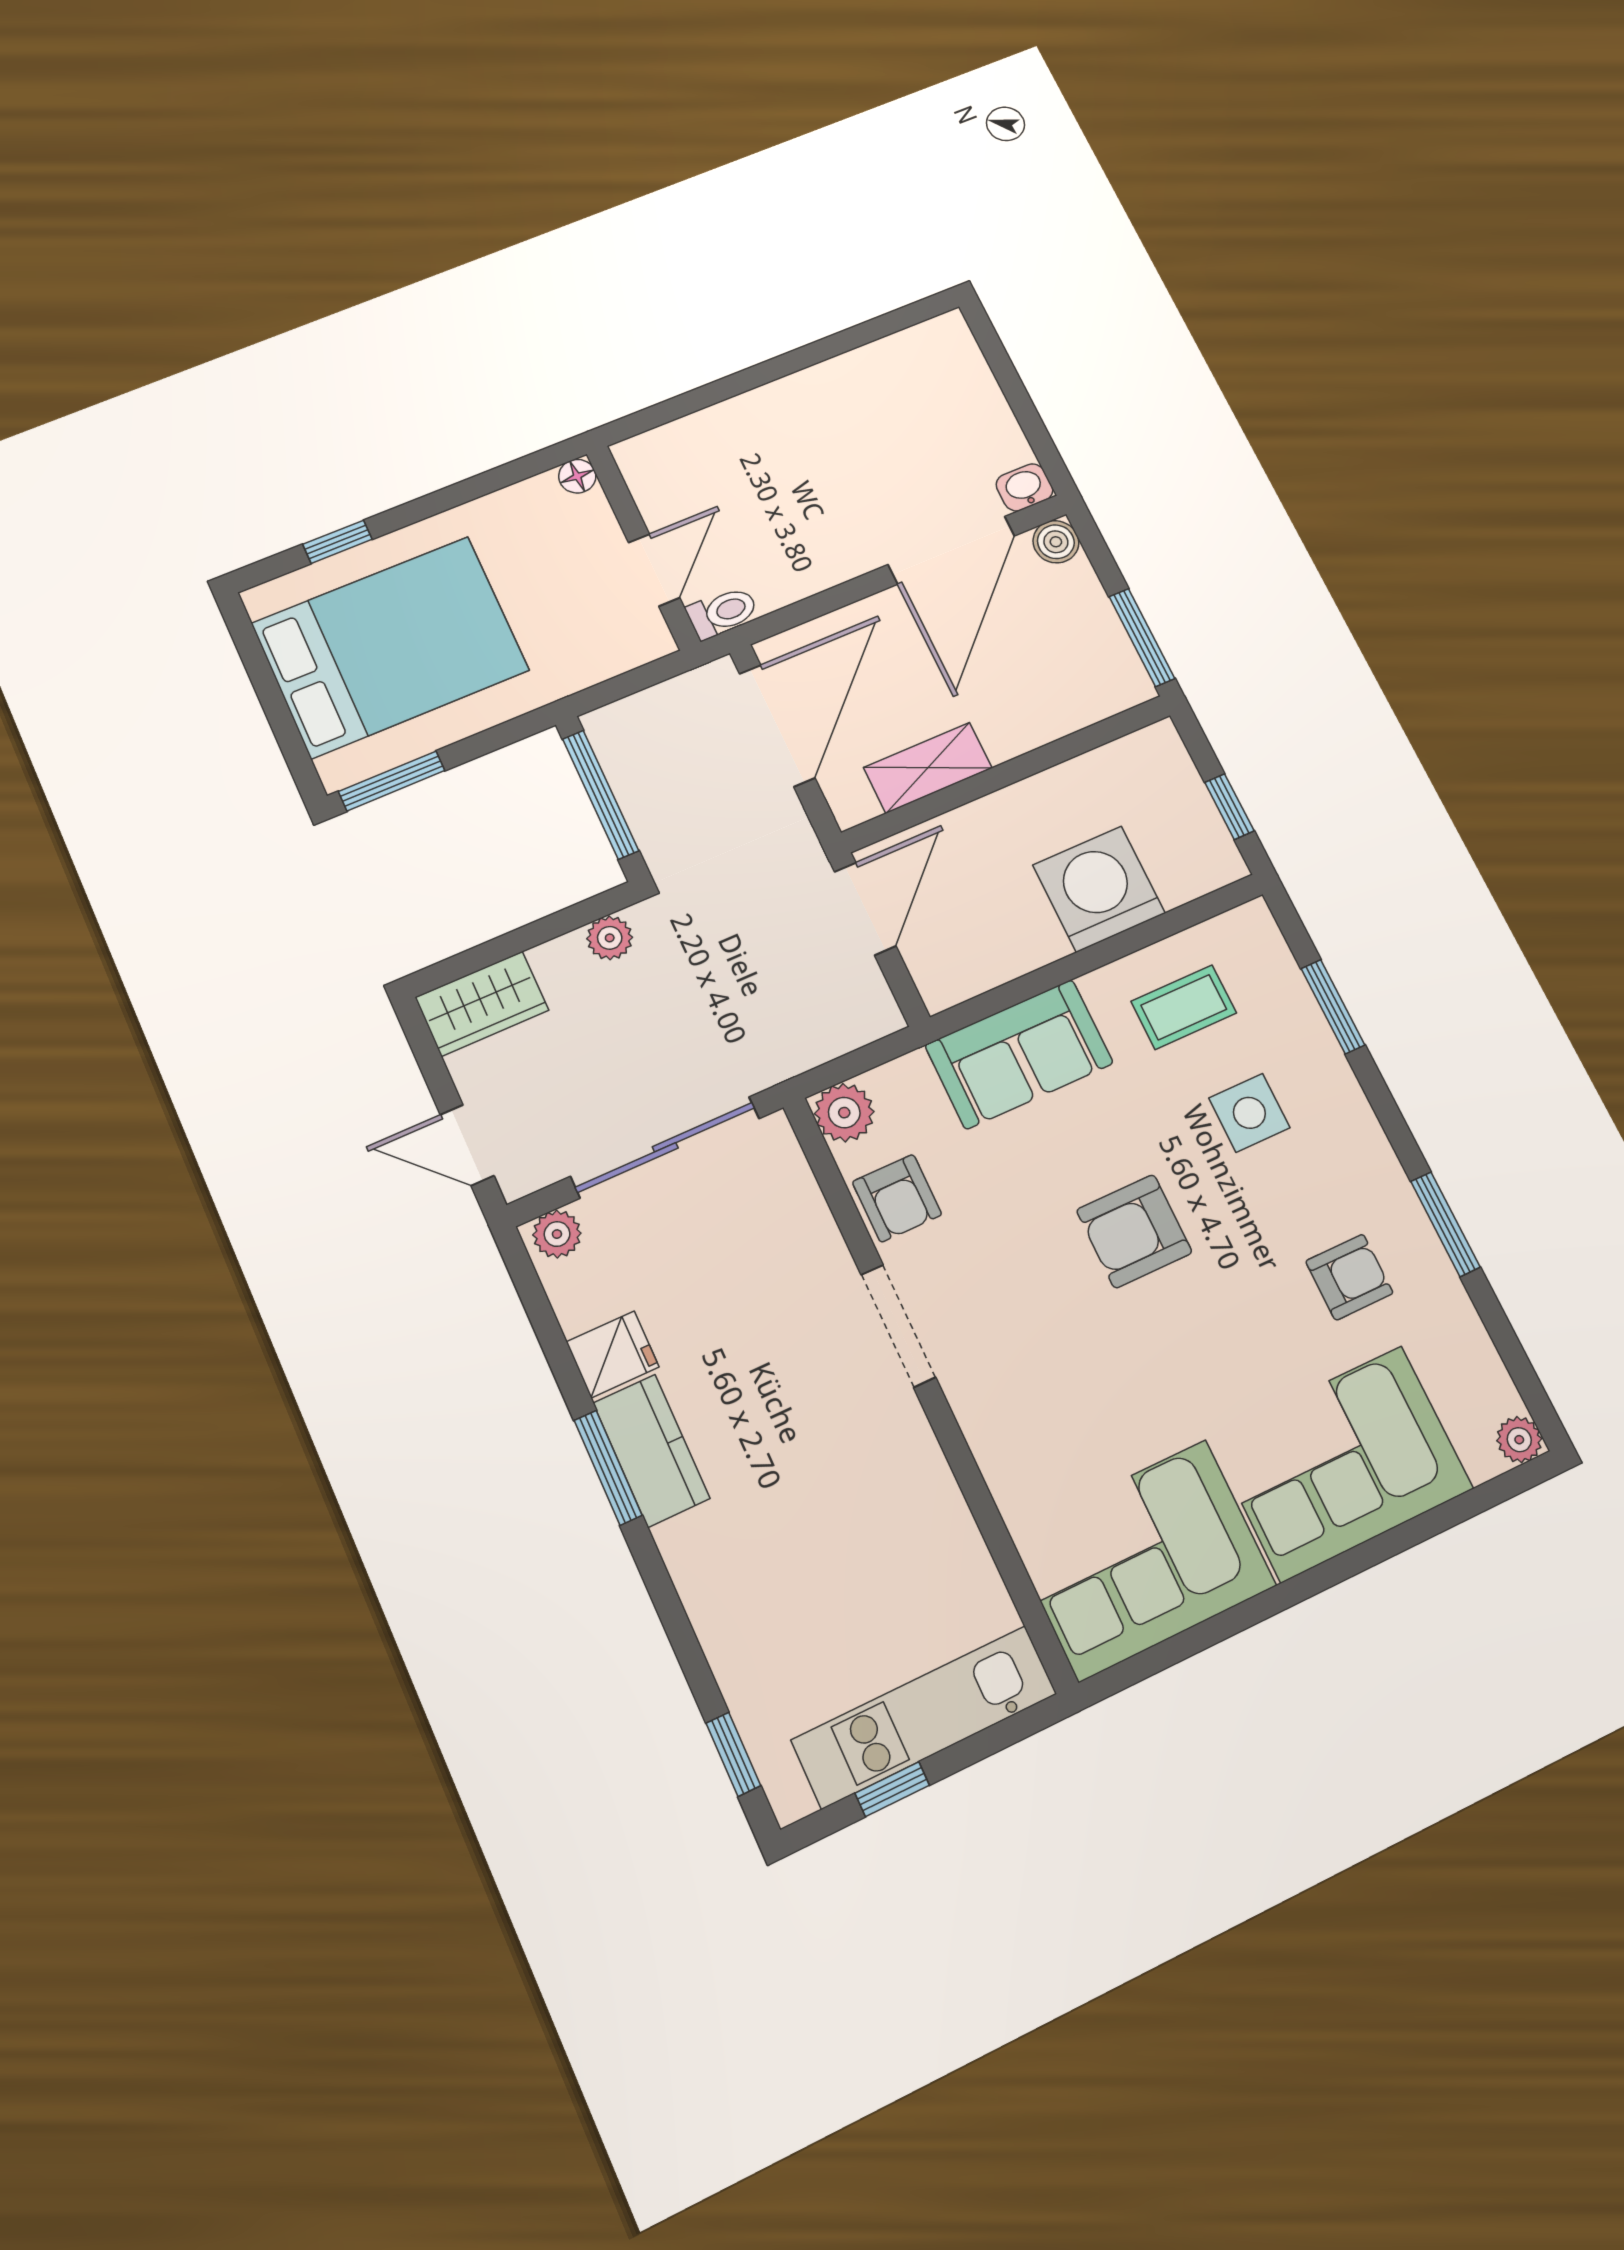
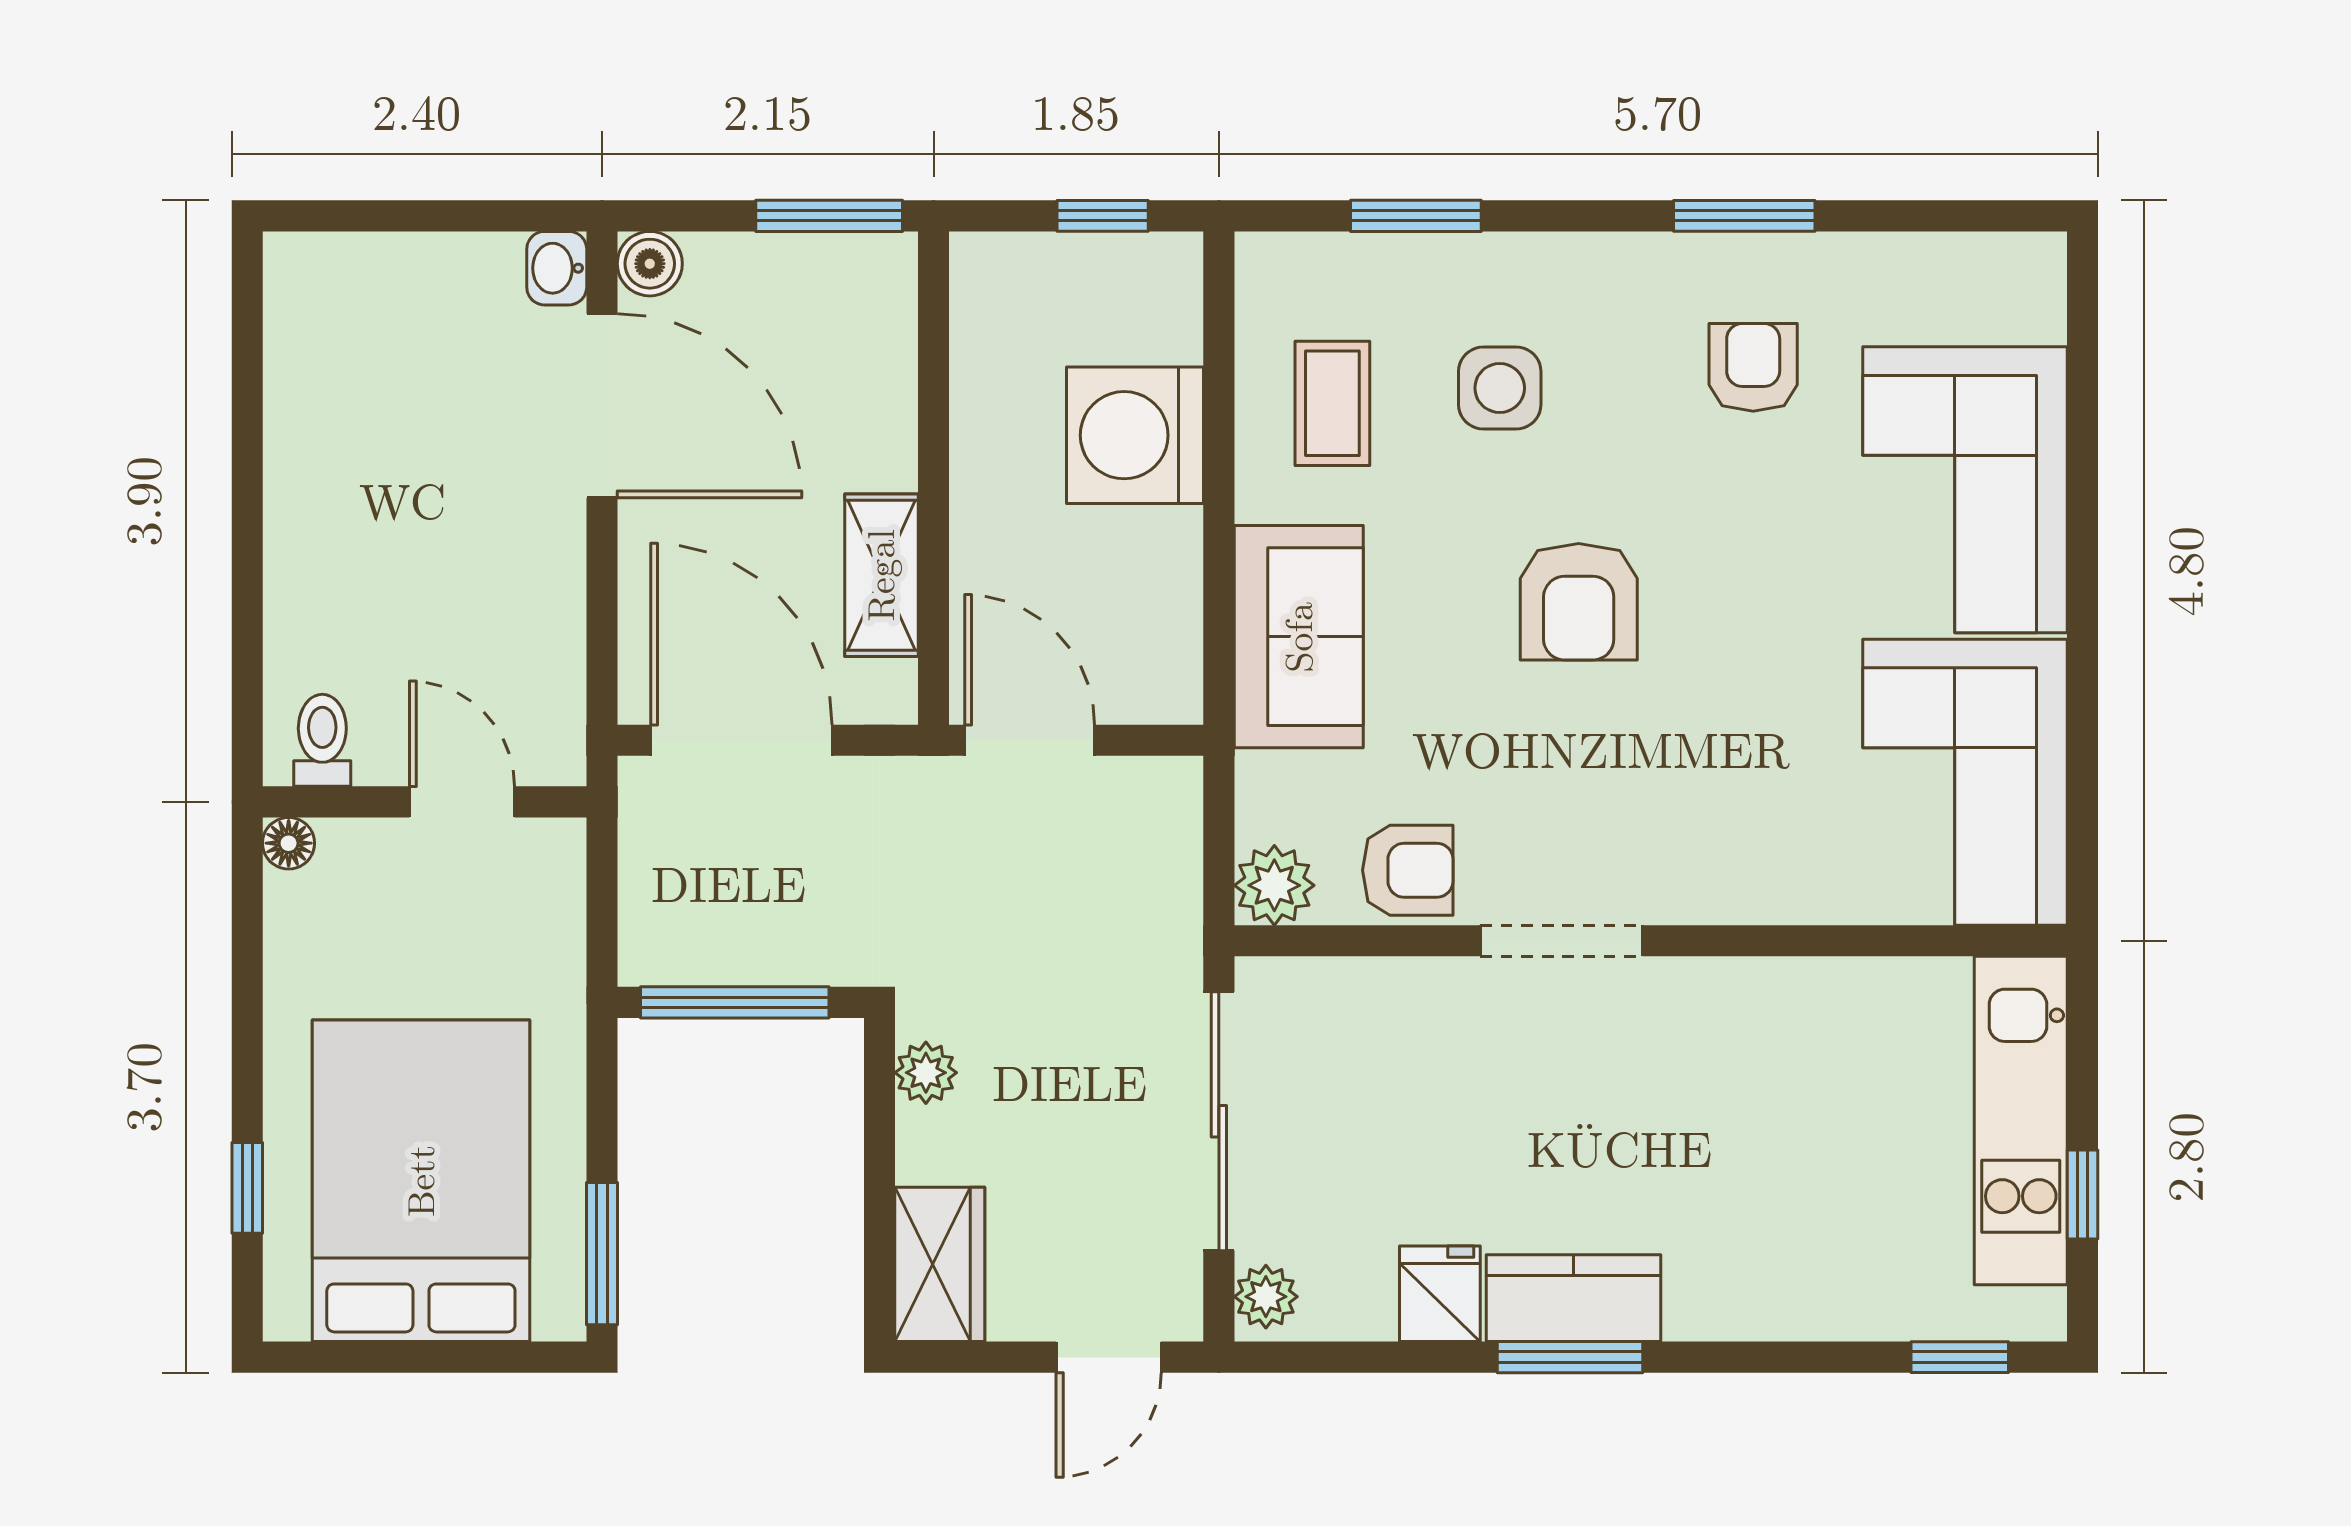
toilet: (723, 612) -> (322, 740), moved
plant: (1519, 1440) -> (2037, 261), removed

